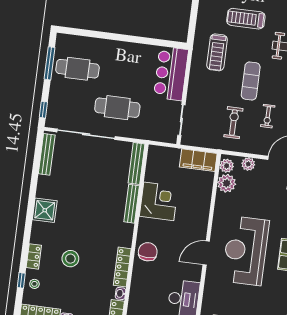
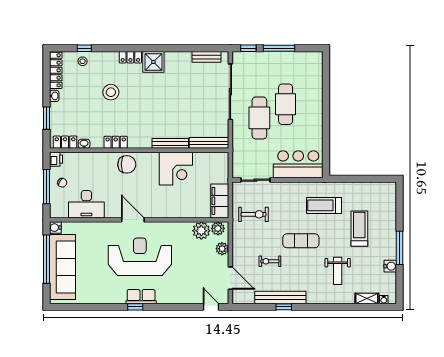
window: (49, 63) -> (279, 48), moved
cafe table: (78, 69) -> (286, 104), moved
exercise bike: (233, 123) -> (254, 214), moved
bench: (47, 154) -> (207, 57), width x0.73
locker: (34, 256) -> (130, 57), moved
locker: (122, 267) -> (116, 142), width x0.66

